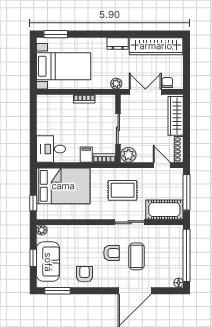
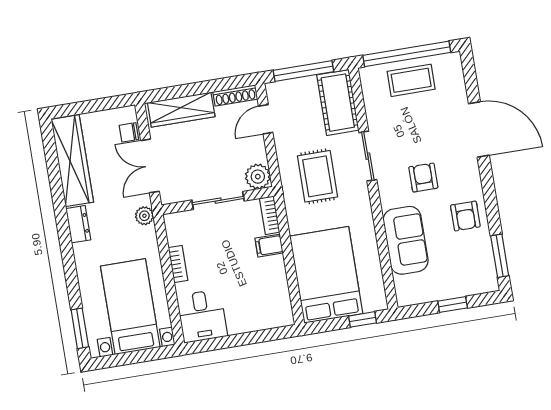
desk: (51, 149) -> (202, 316), moved
plant: (42, 230) -> (404, 298), removed
coffee table: (137, 256) -> (411, 80), moved
sofa: (48, 262) -> (406, 240), moved, turned 90
armchair: (85, 274) -> (465, 216), turned -90
floor lamp: (179, 283) -> (454, 60), removed

